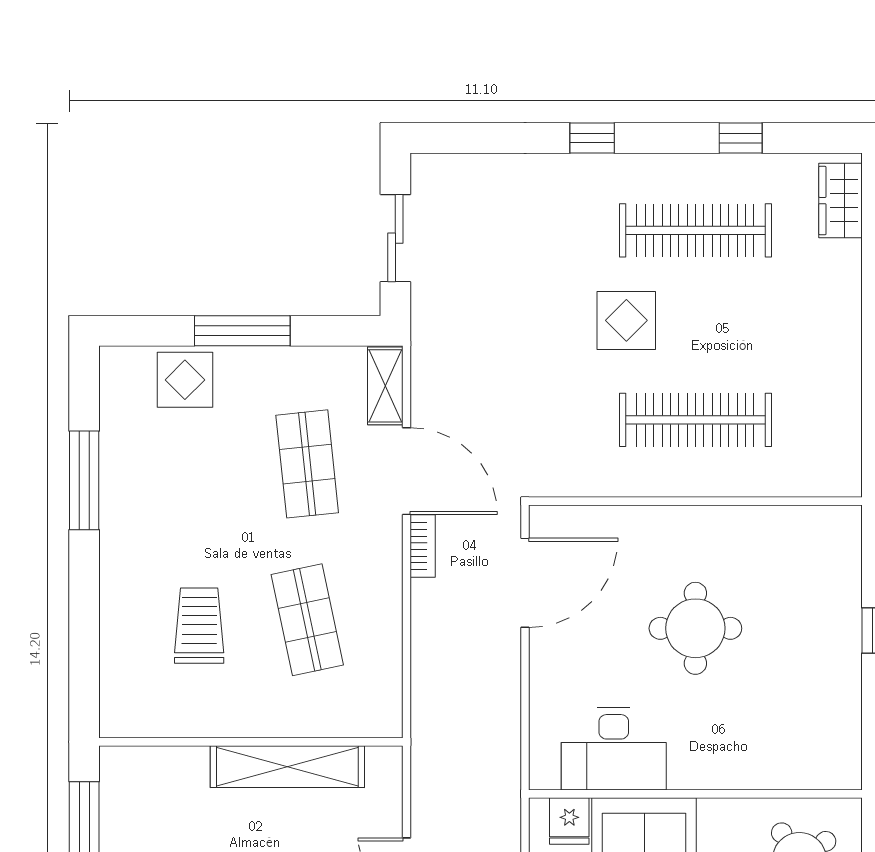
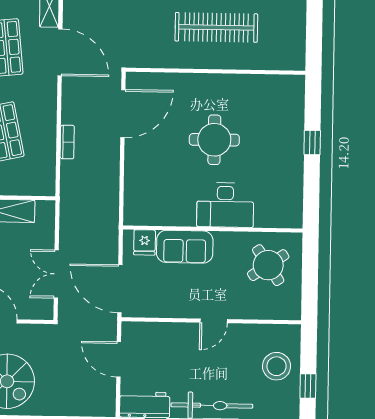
bookcase: (423, 546) -> (67, 142), moved
desk: (614, 749) -> (225, 205), moved

